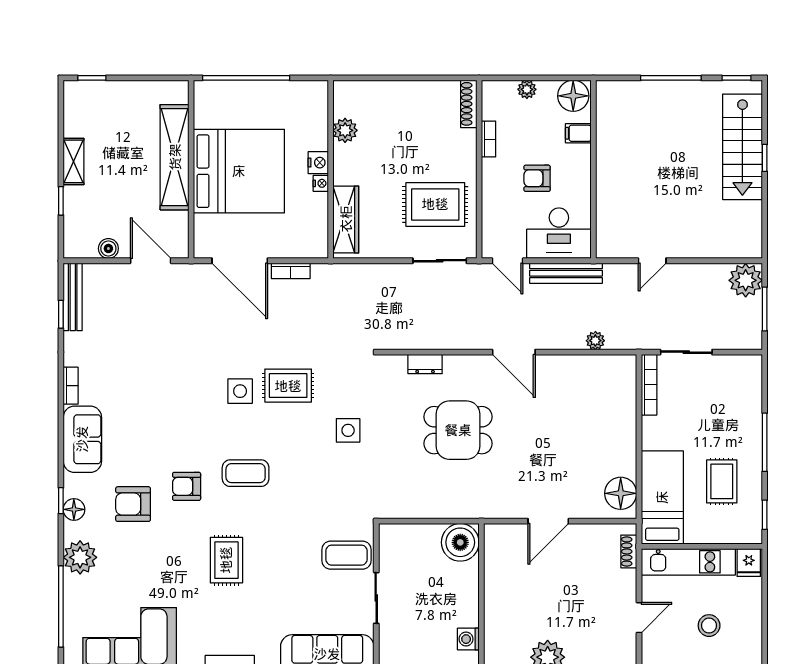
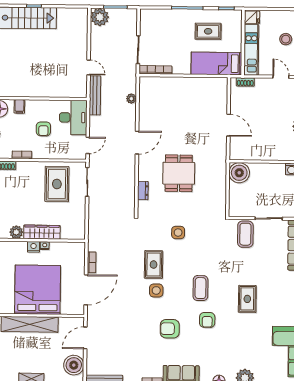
wardrobe: (346, 219) -> (42, 232), moved
boiler: (108, 248) -> (74, 365), width x1.86, depth x1.86
bench: (566, 273) -> (95, 95), moved
floor lamp: (621, 493) -> (214, 86), removed
armchair: (133, 504) -> (170, 329), moved, turned 90
rug: (226, 560) -> (247, 299), turned 90

